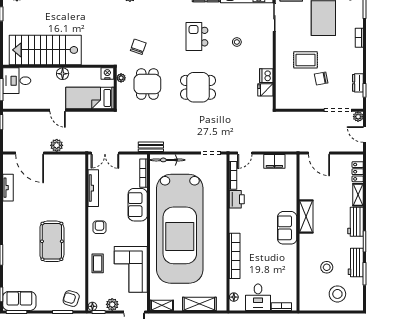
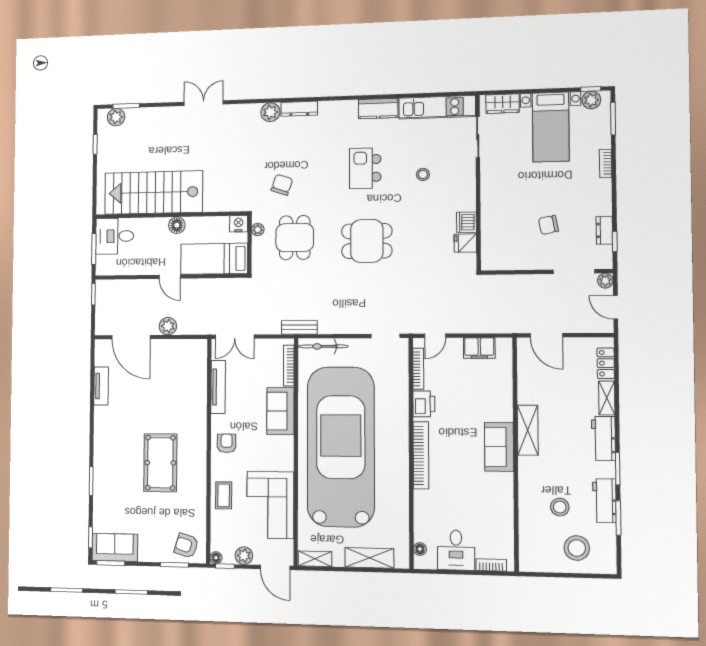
rug: (305, 60) -> (525, 198), removed
car: (180, 229) -> (341, 447), turned 180
bookcase: (235, 256) -> (421, 455), moved

